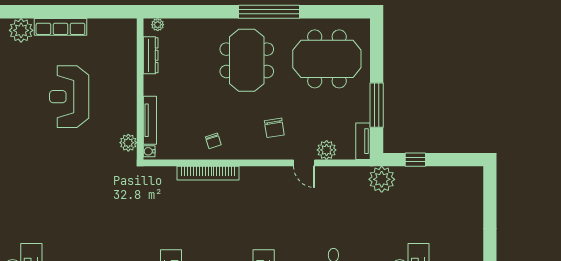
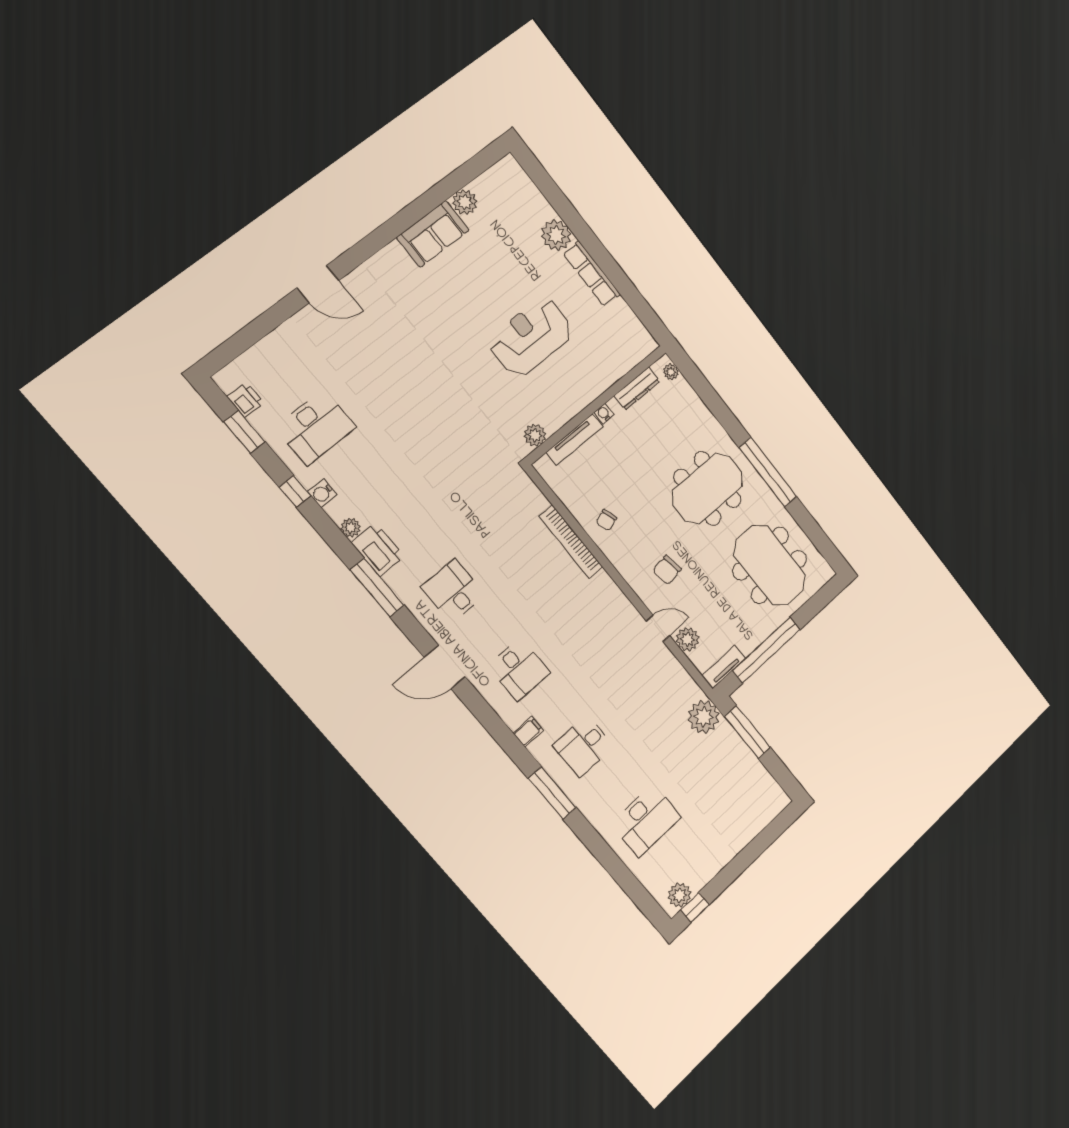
window: (377, 105) -> (766, 650), width x1.46
water cooler: (149, 151) -> (604, 414), moved
window: (415, 160) -> (747, 732), width x2.17
door: (304, 163) -> (658, 628), swing flipped

